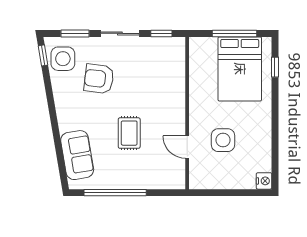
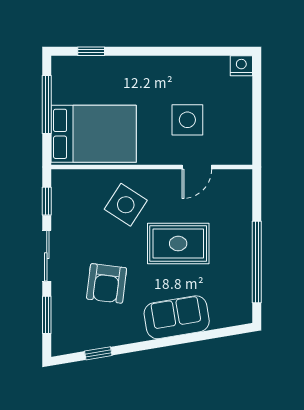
window: (43, 55) -> (98, 353), moved
side table: (63, 59) -> (126, 205), moved, turned 33
bed: (240, 69) -> (94, 134), moved
rug: (129, 133) -> (178, 244), width x1.36, depth x1.43
sofa: (77, 155) -> (177, 317), moved

